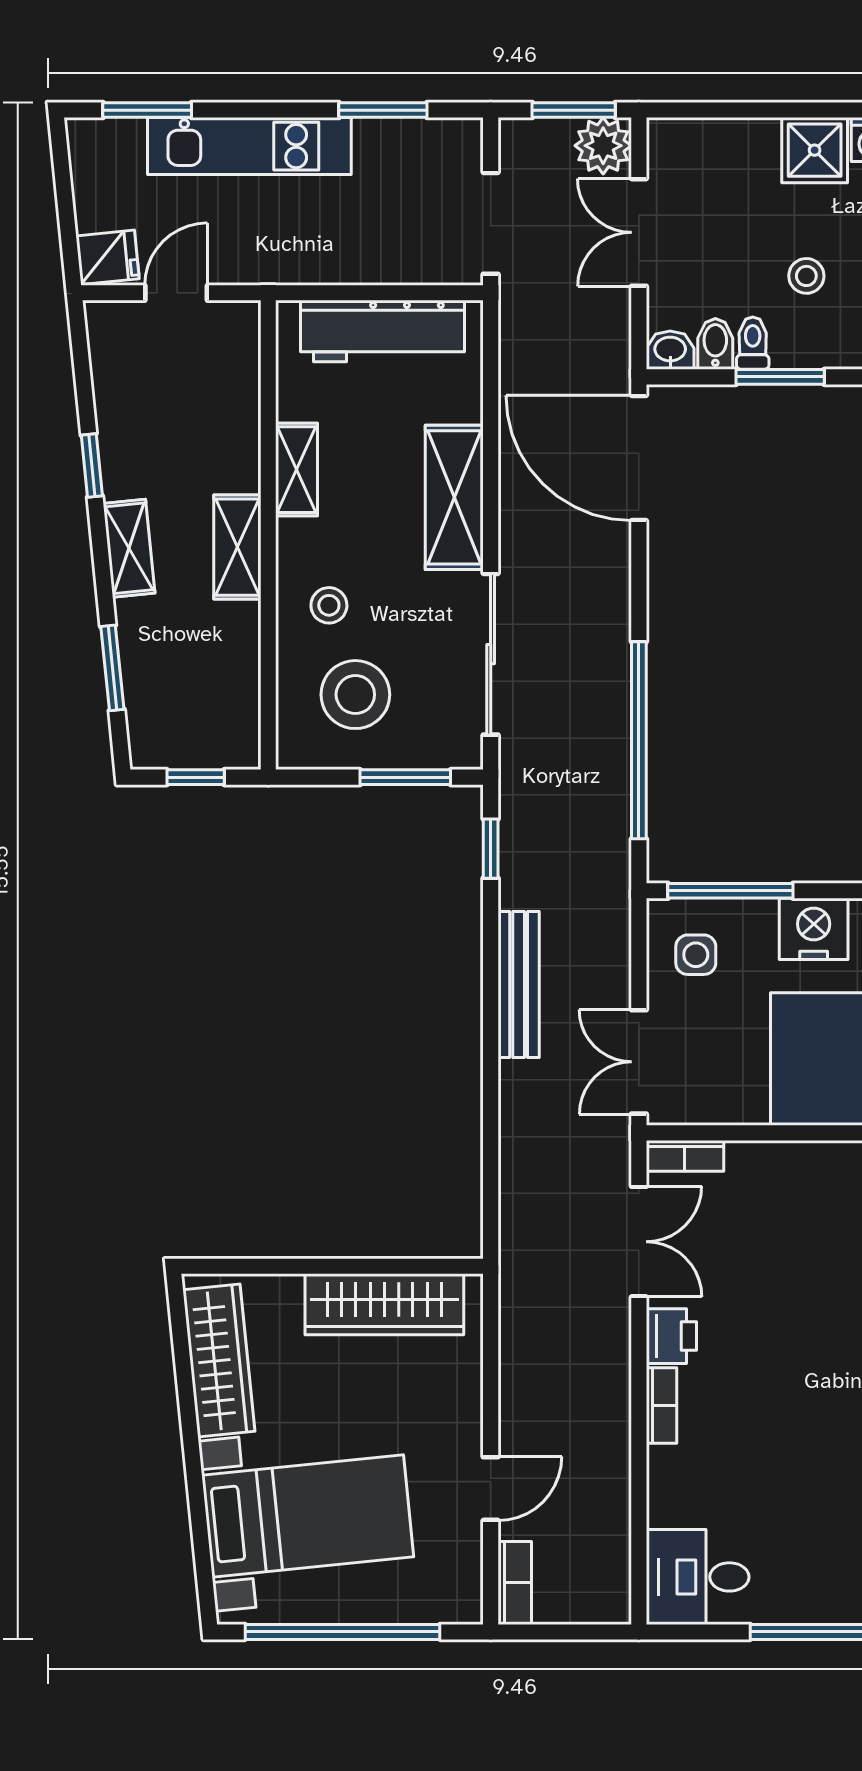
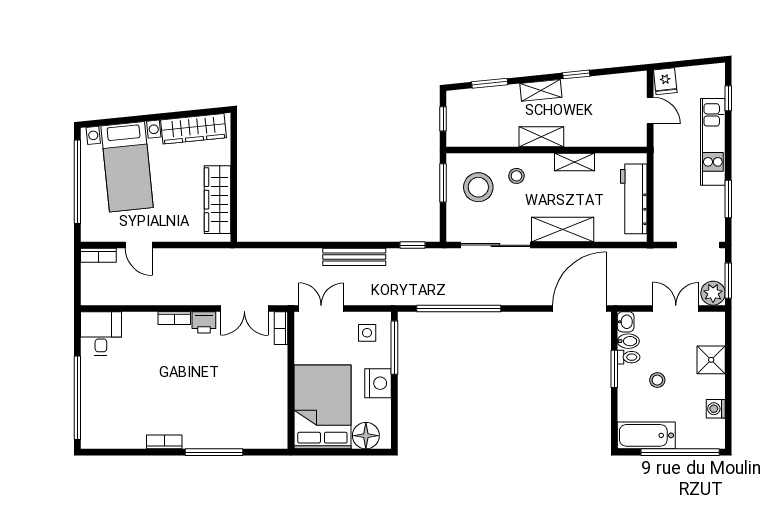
window: (147, 110) -> (728, 98), width x0.67
shower: (815, 150) -> (711, 360), moved
doorway: (491, 223) -> (698, 245), moved
window: (405, 777) -> (443, 183), moved

